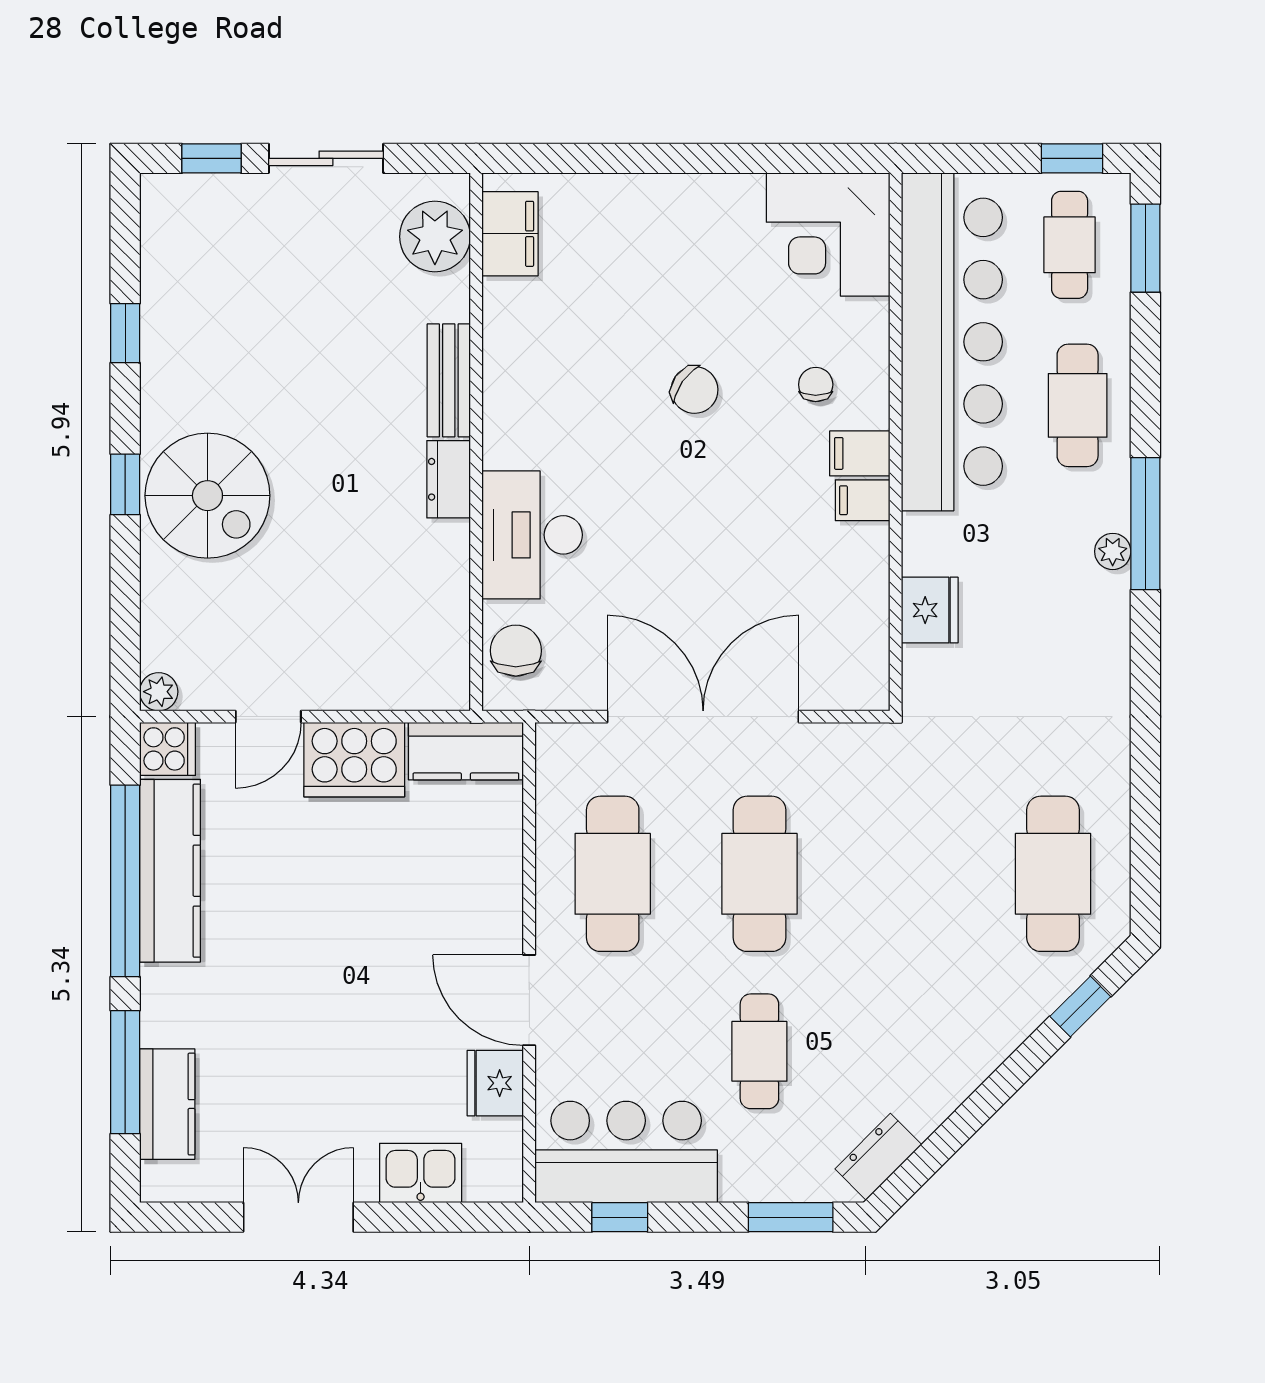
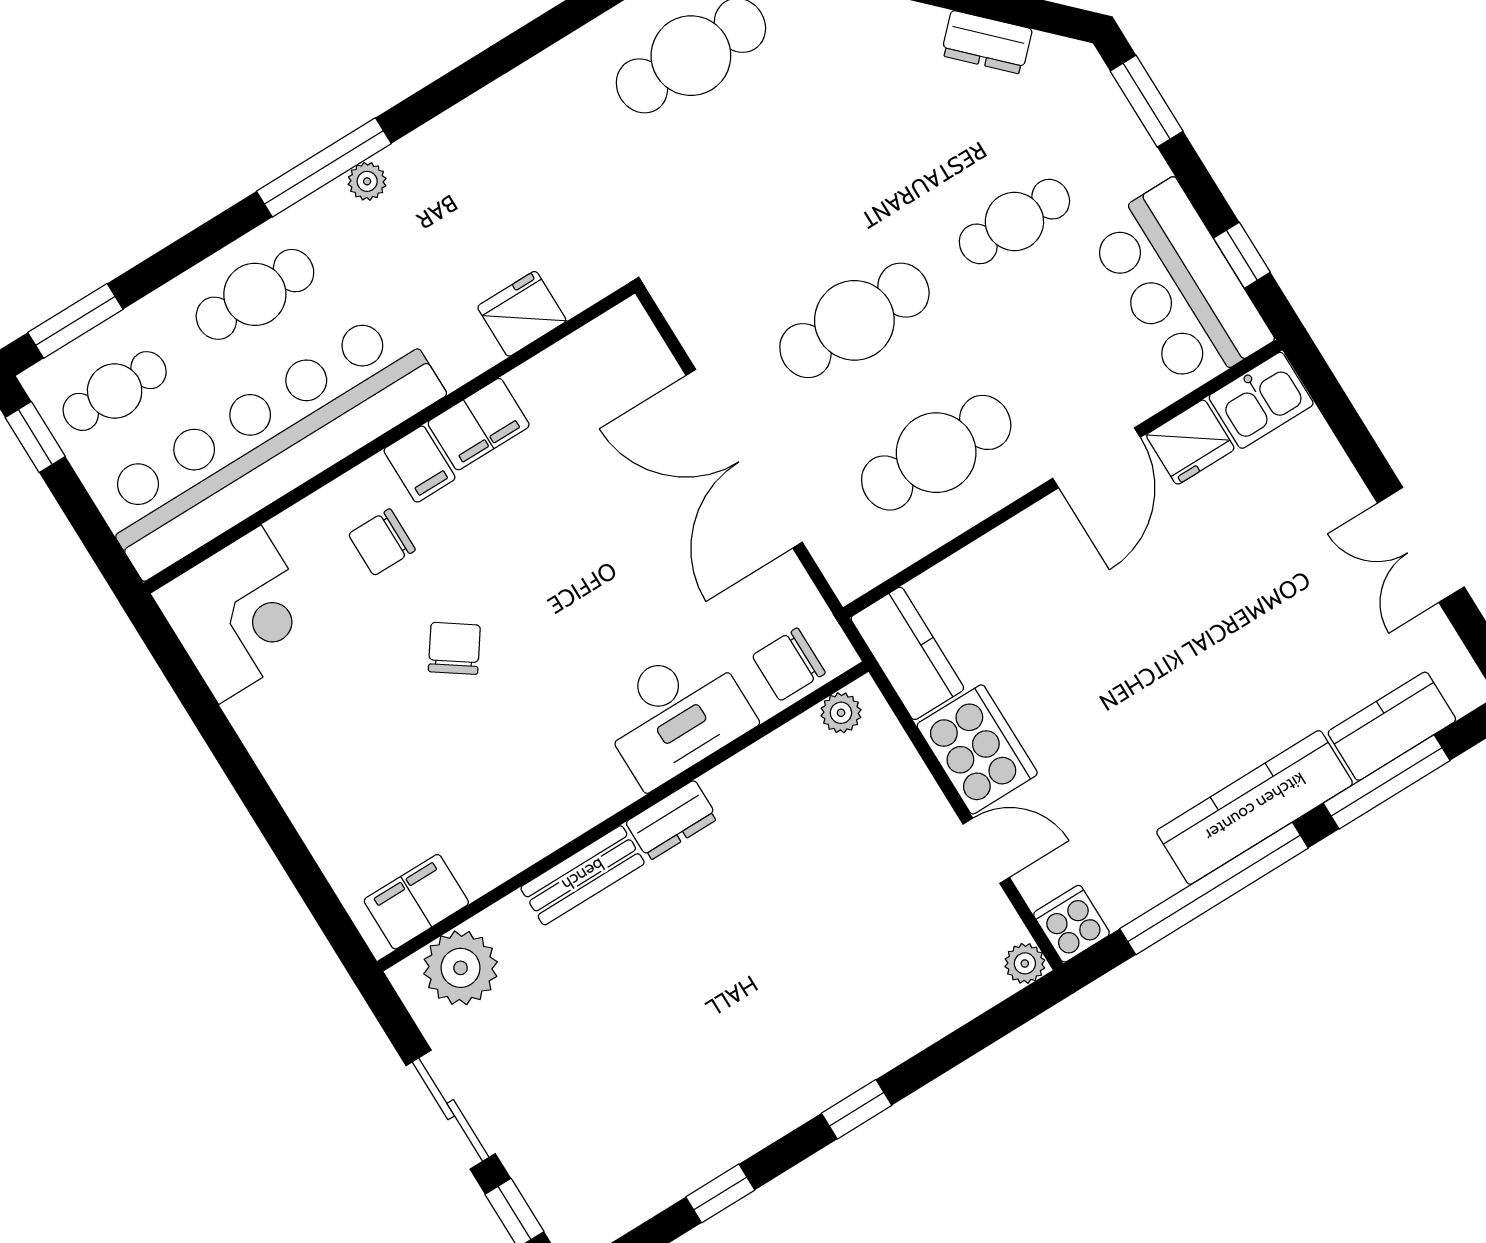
chair: (816, 385) -> (382, 542), width x1.37, depth x1.37
spiral stairs: (207, 496) -> (821, 1029), removed
filing cabinet: (863, 500) -> (479, 424), width x2.00
plant: (451, 668) -> (841, 713), added
kitchen counter: (170, 871) -> (1255, 807), moved
dresser: (878, 1157) -> (987, 42), moved
kitchen sink: (421, 1173) -> (1261, 400), moved, turned -90

